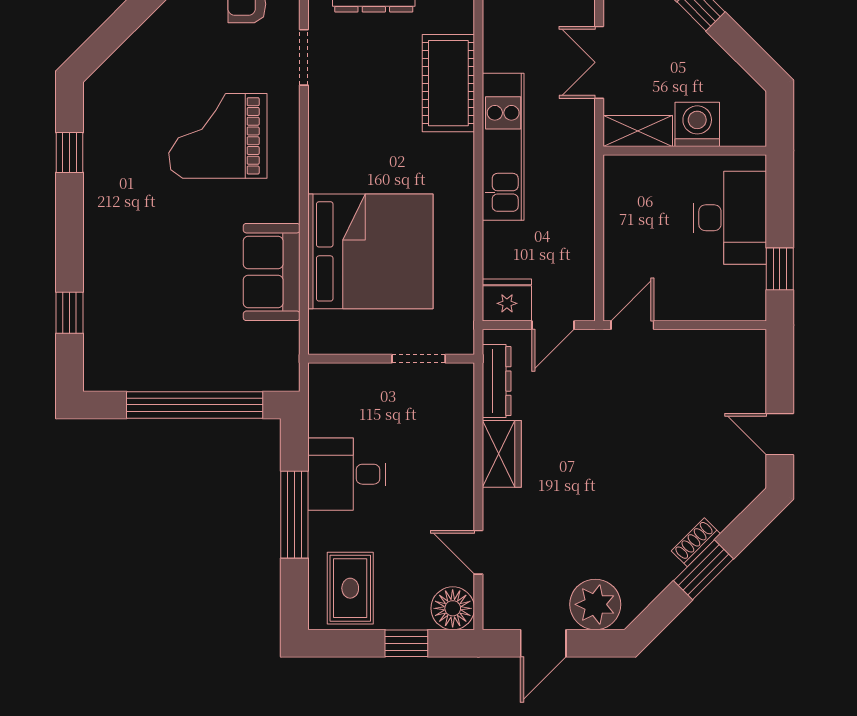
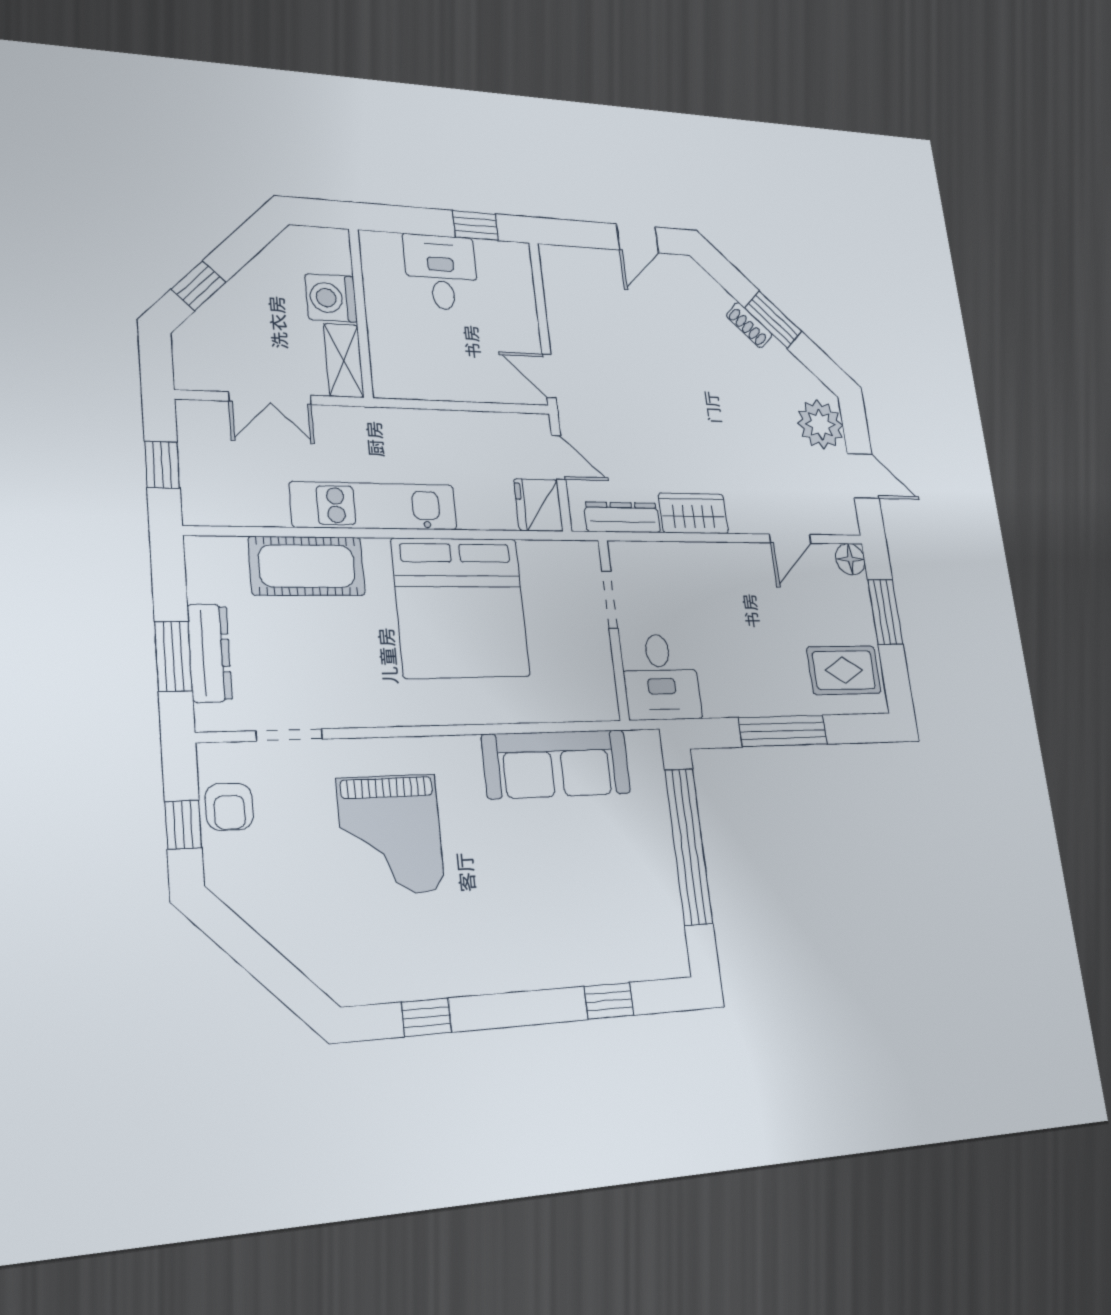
desk: (730, 218) -> (441, 272), width x0.73
bed: (370, 251) -> (461, 607), moved, turned 180
sofa: (272, 272) -> (557, 764), width x1.36
desk: (347, 474) -> (661, 677), moved
floor lamp: (453, 608) -> (850, 559), width x0.73, depth x0.73
window: (406, 643) -> (885, 612), width x1.50

